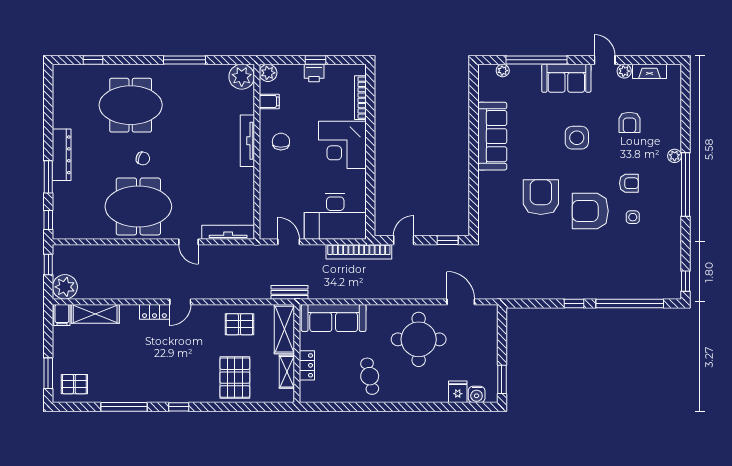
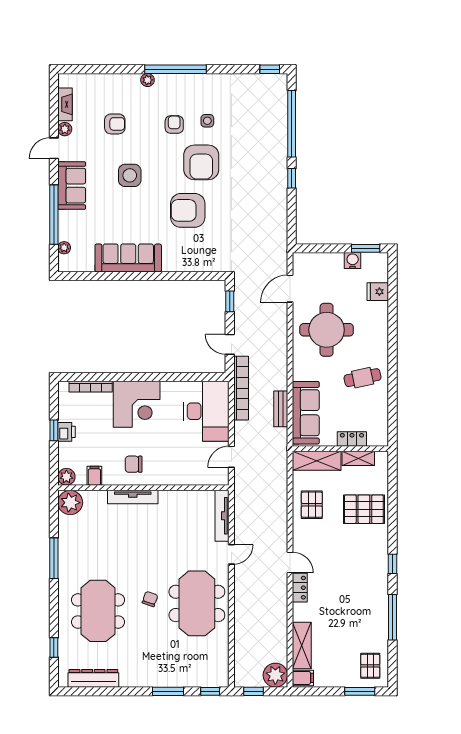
dresser: (62, 155) -> (93, 678), moved
bench: (290, 292) -> (281, 409), moved
water cooler: (477, 394) -> (353, 261), moved, turned -90

